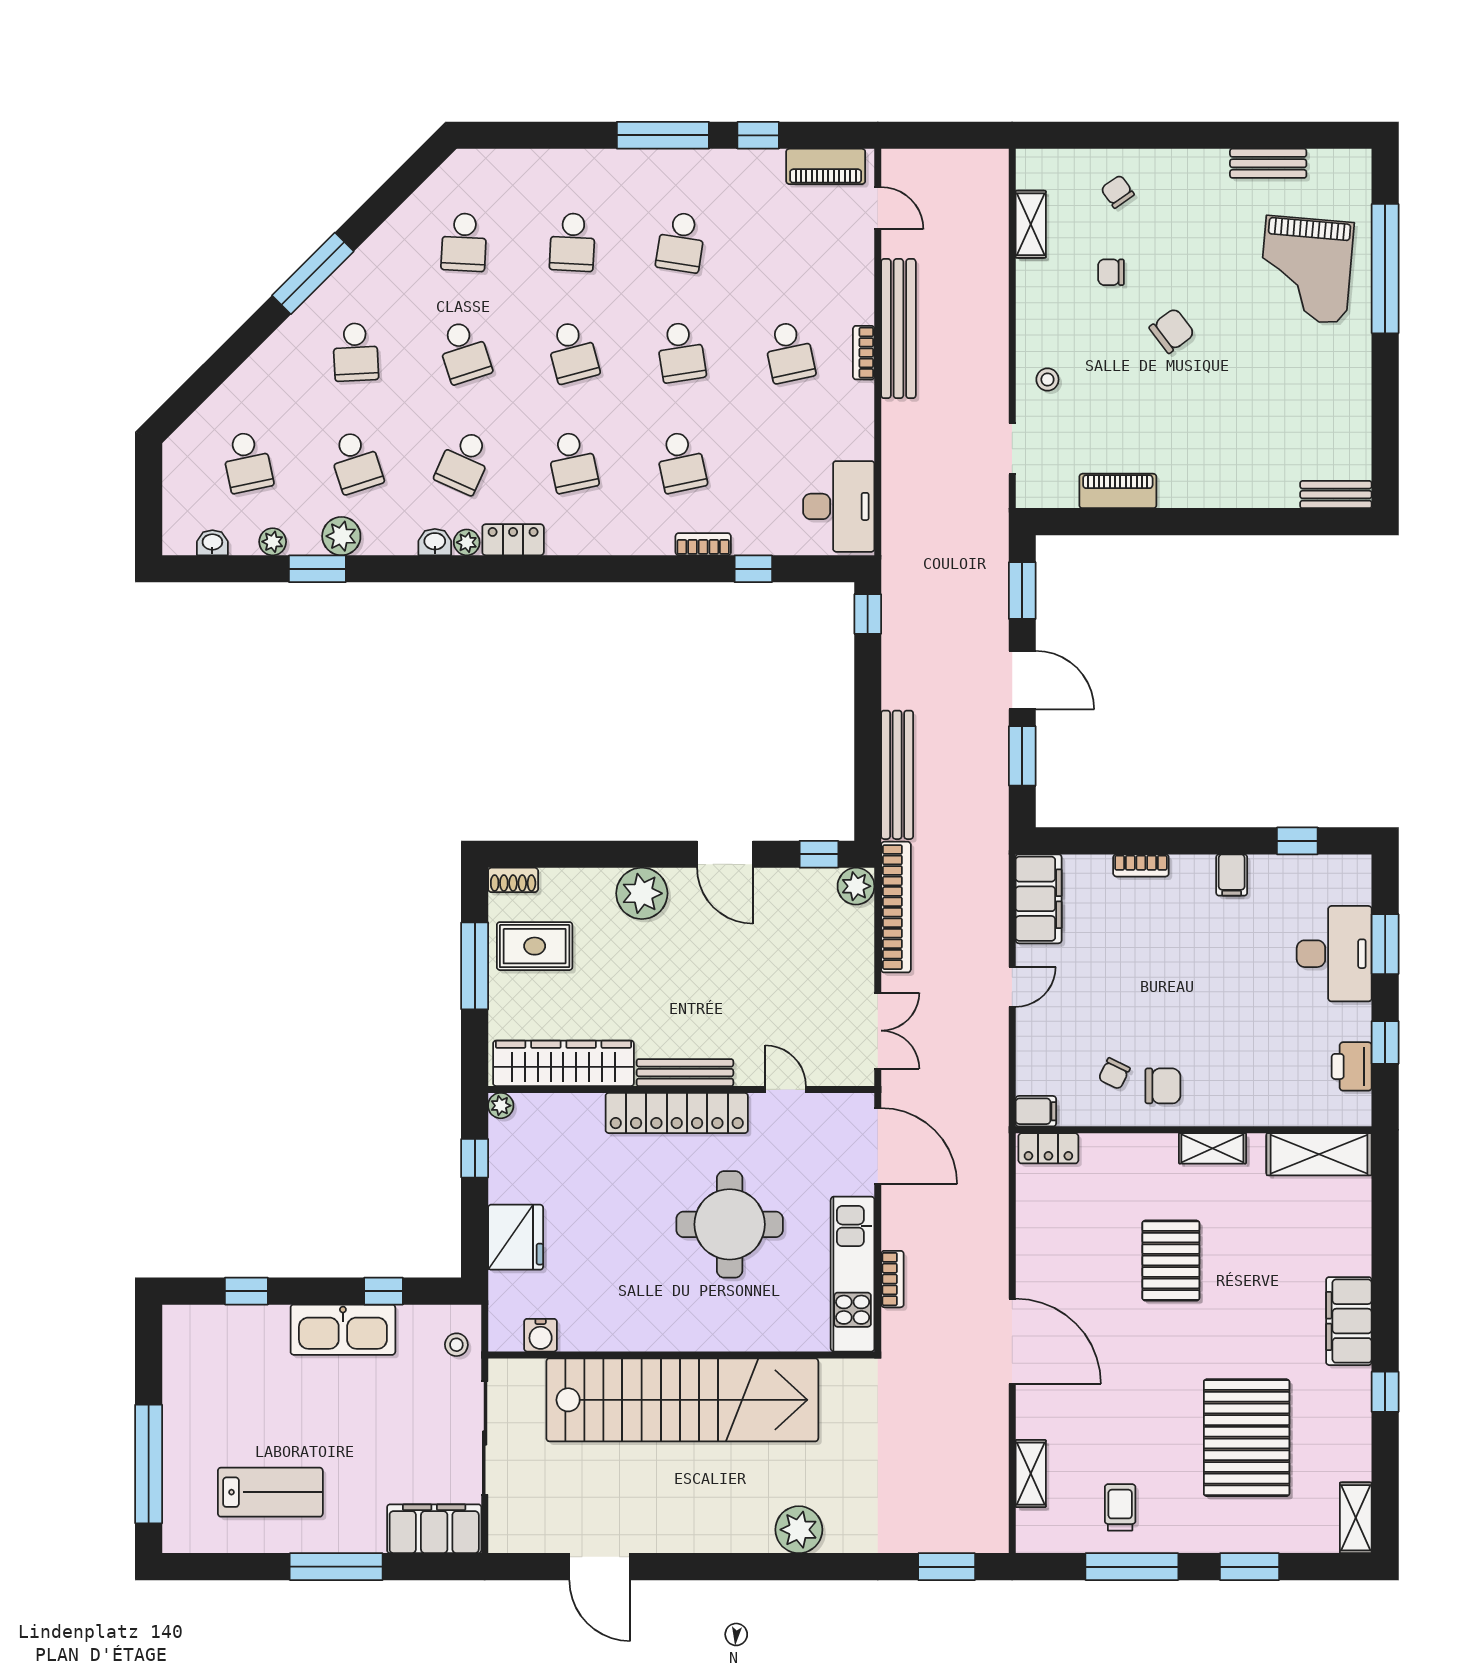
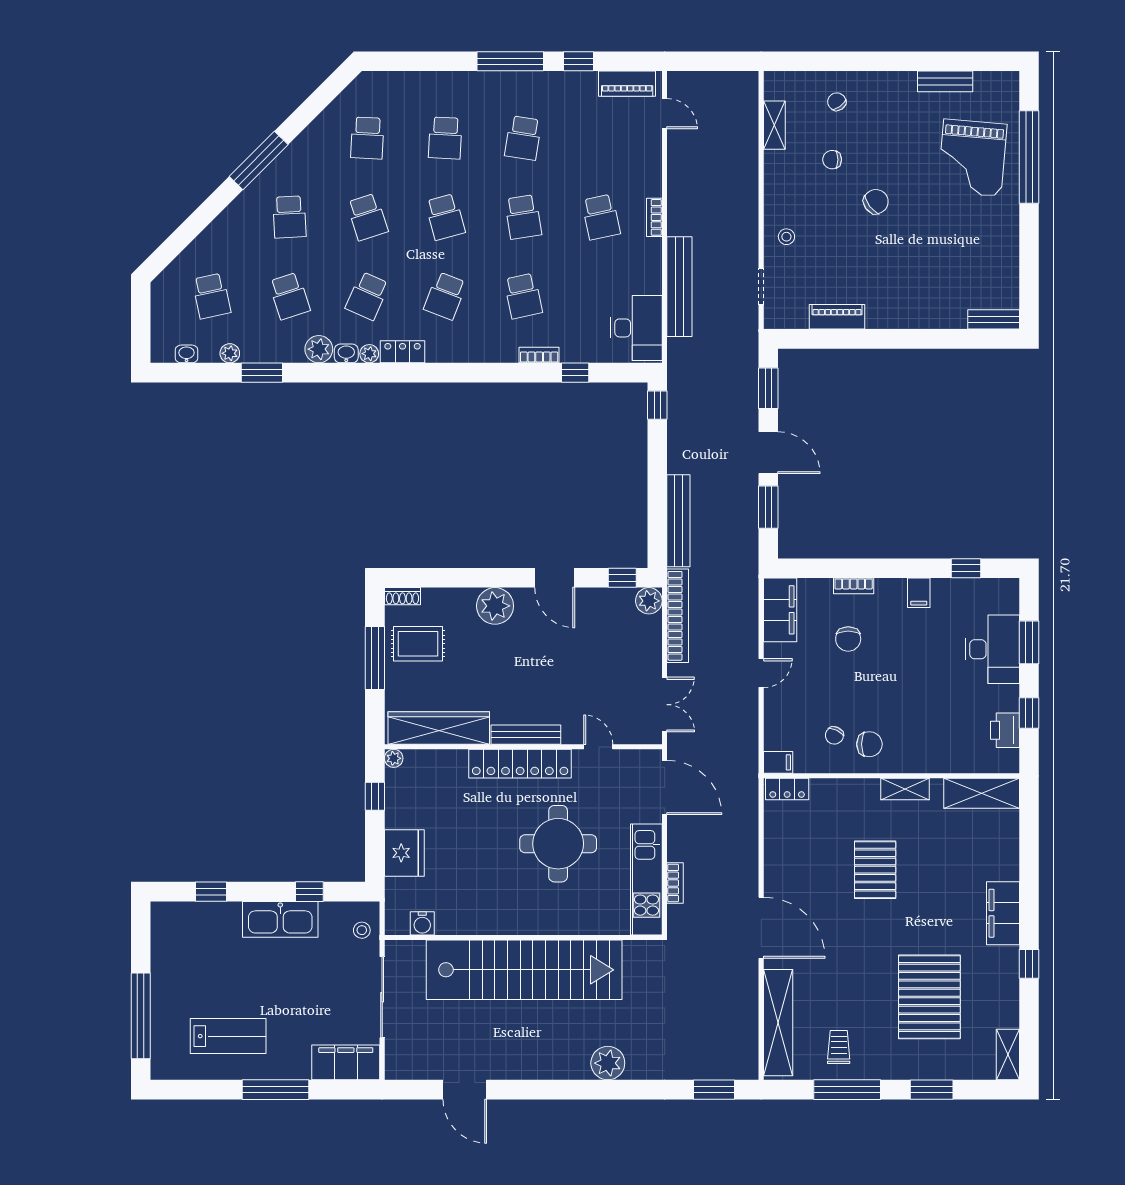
bench: (898, 329) -> (679, 287), moved
school desk: (572, 462) -> (445, 296), turned 33
plant: (341, 536) -> (319, 349), moved
chair: (1133, 939) -> (848, 639), added
shelving: (1031, 1474) -> (778, 1023), width x2.20, depth x1.33

